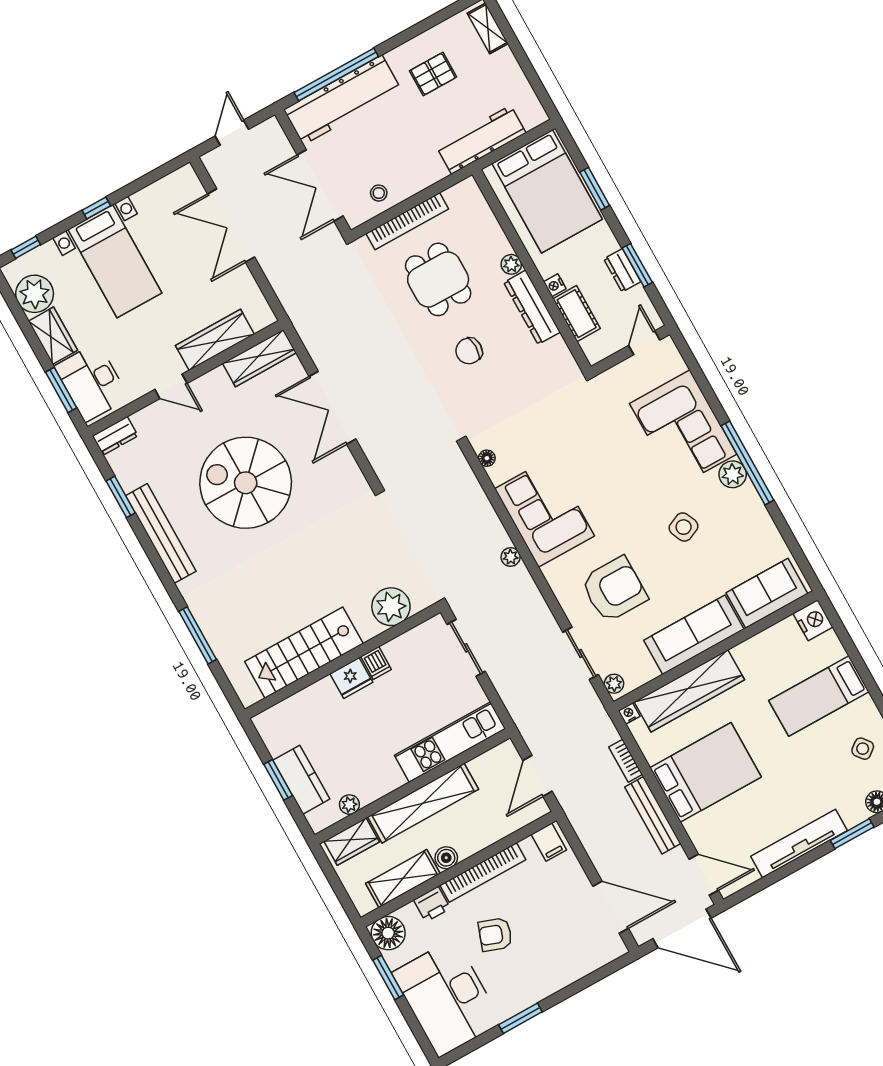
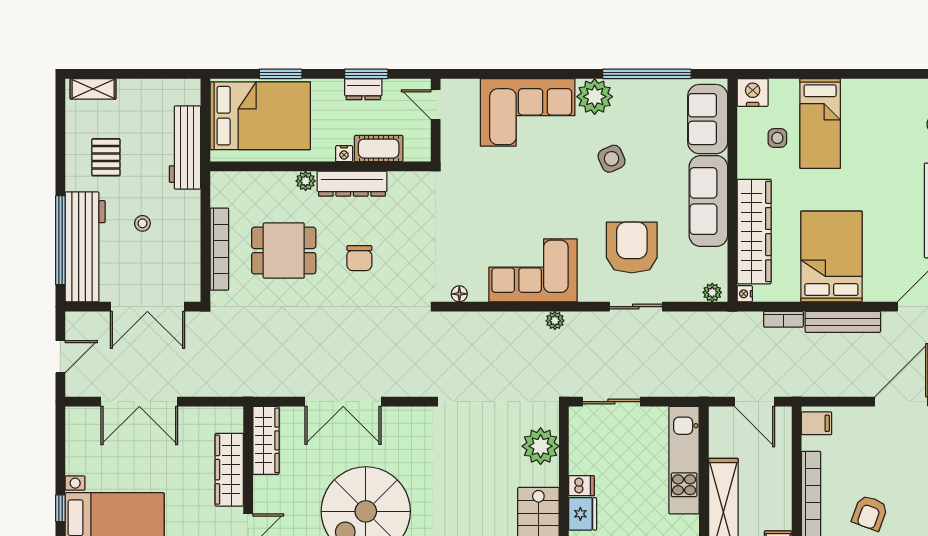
door: (232, 133) -> (60, 357), swing flipped
stool: (379, 193) -> (142, 223), moved
window: (747, 463) -> (647, 74), moved
plant: (733, 474) -> (595, 97), width x1.36, depth x1.36
sliding door: (581, 653) -> (636, 307), moved
side table: (863, 749) -> (777, 138), moved, turned 38
boiler: (446, 858) -> (781, 518), removed

